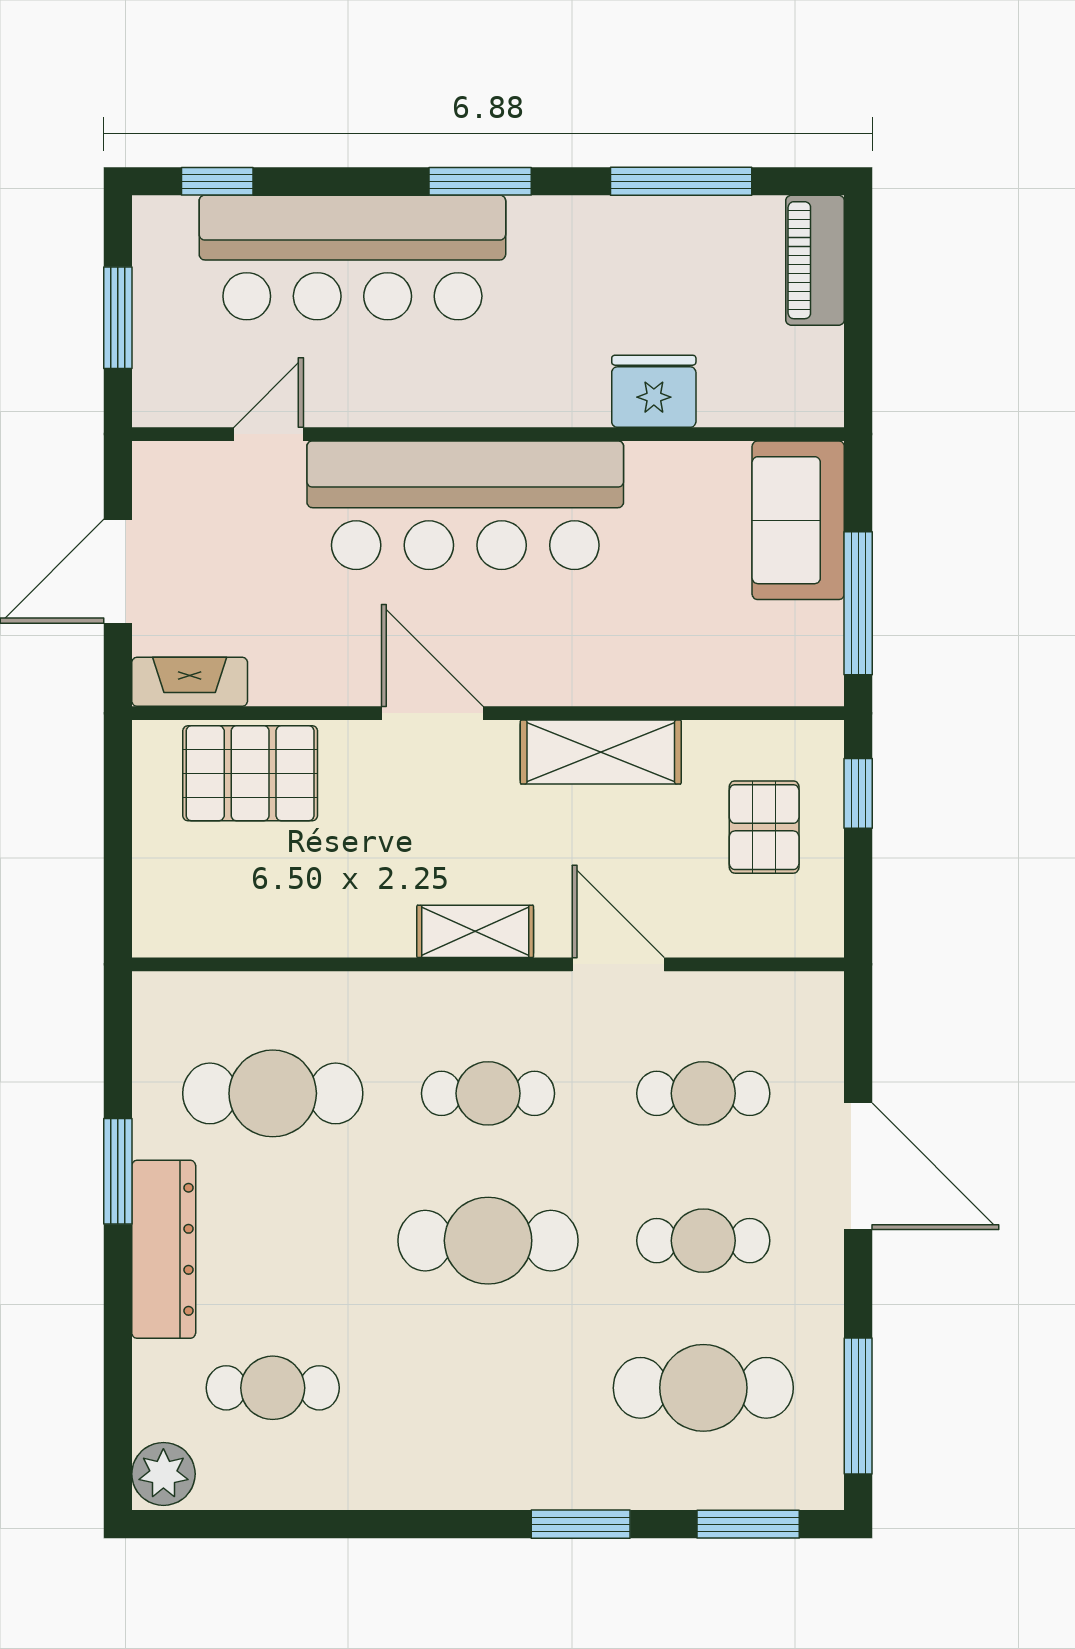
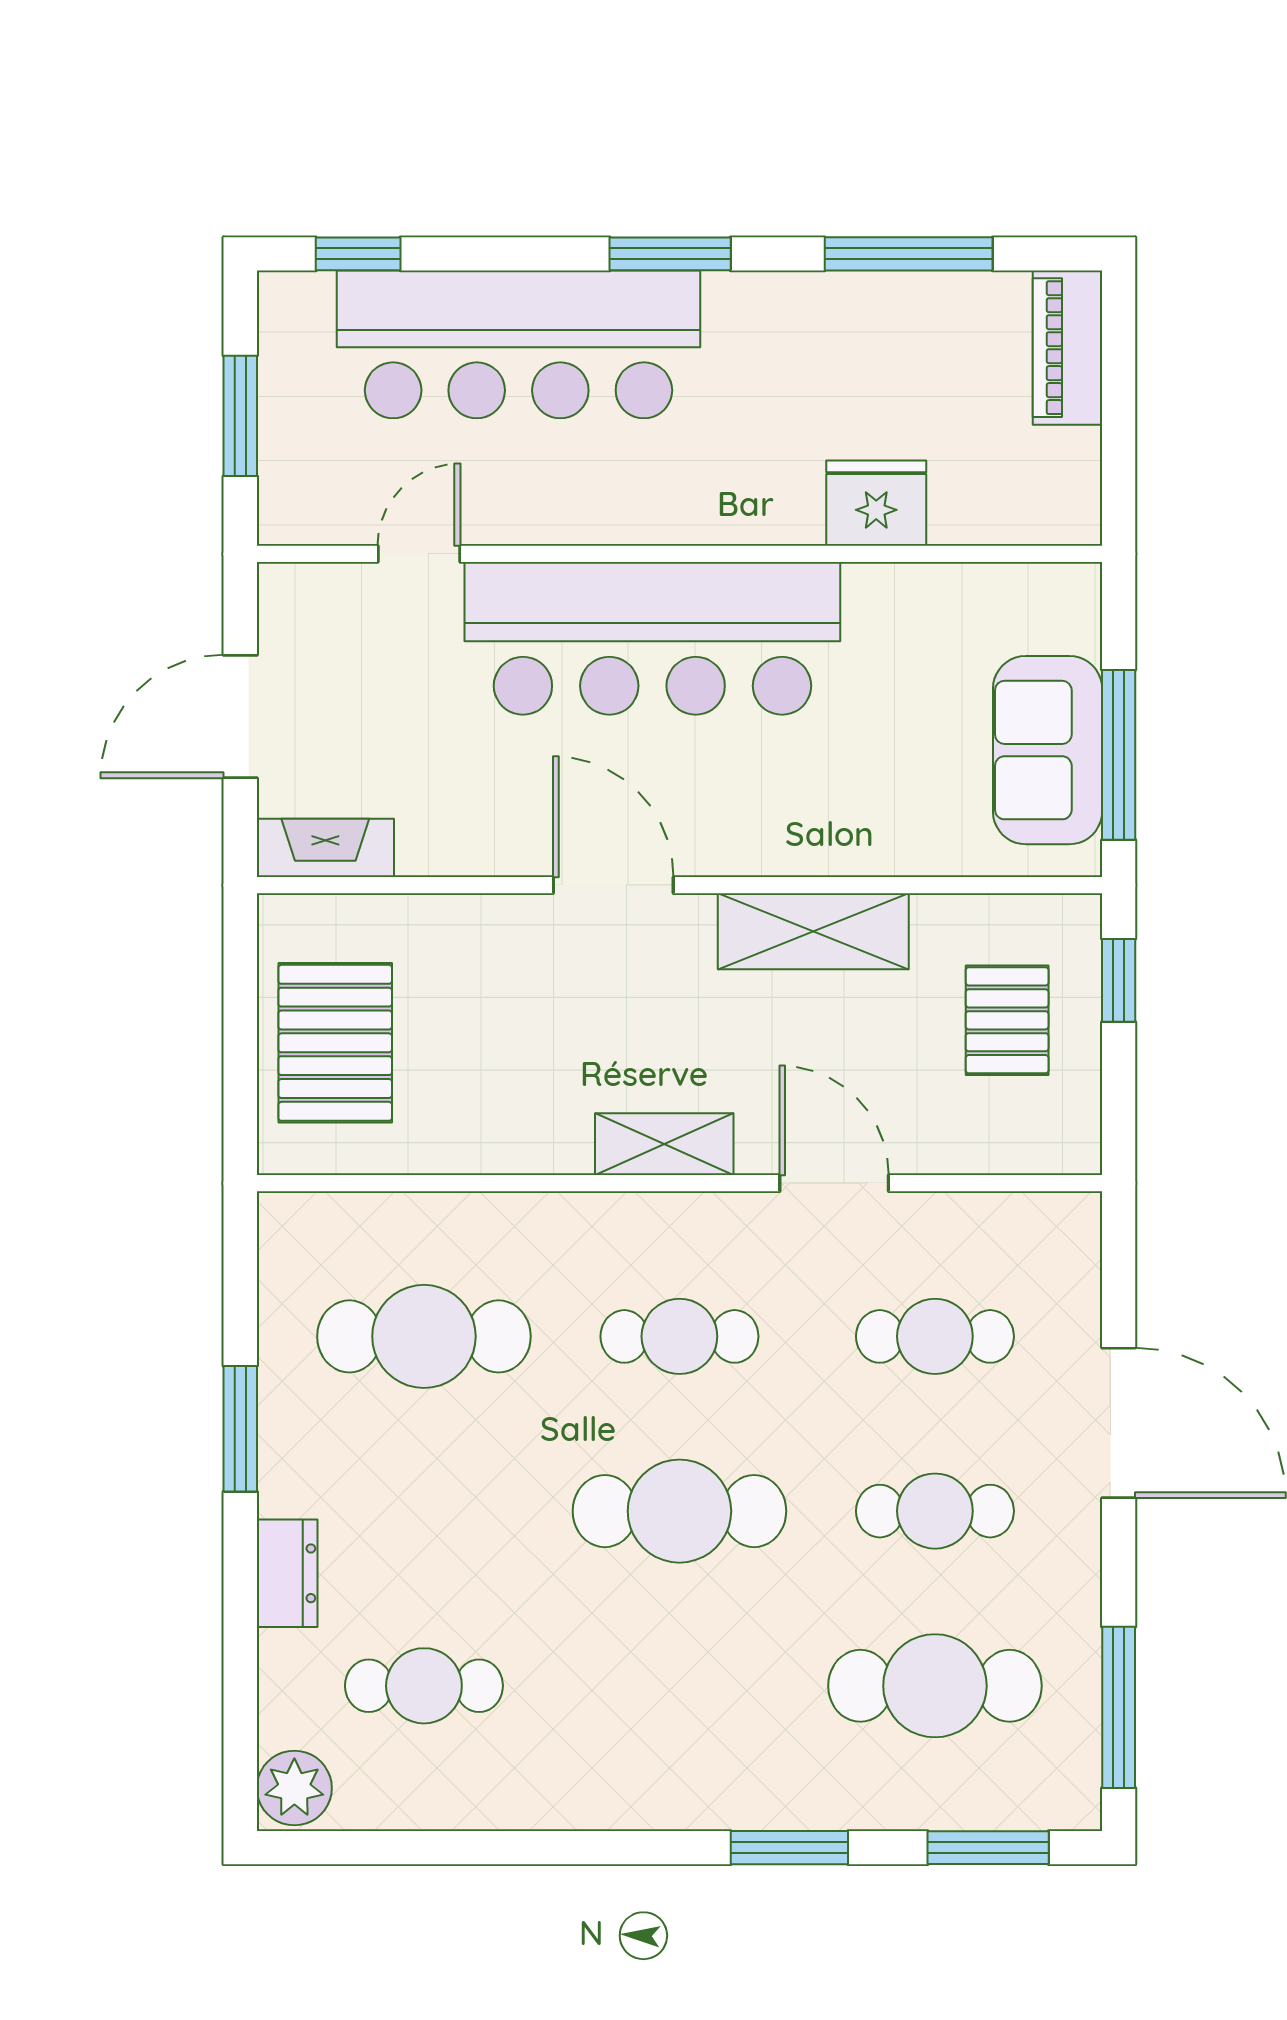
sofa: (798, 520) -> (1048, 750), moved
pallet: (250, 773) -> (335, 1043), moved, turned 90
dresser: (164, 1249) -> (287, 1573), width x0.51, depth x0.80

